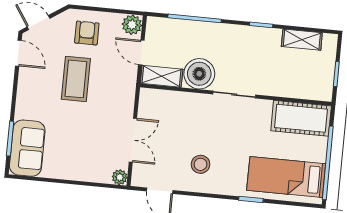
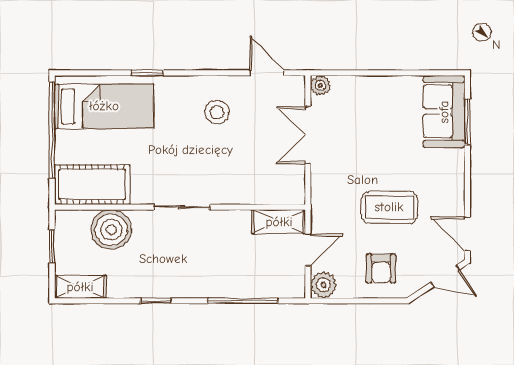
shelving: (302, 40) -> (80, 287), moved
door: (141, 53) -> (308, 250), hinge flipped
boiler: (199, 74) -> (111, 230), moved
coffee table: (76, 79) -> (389, 207), turned 90

